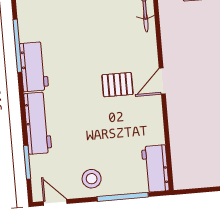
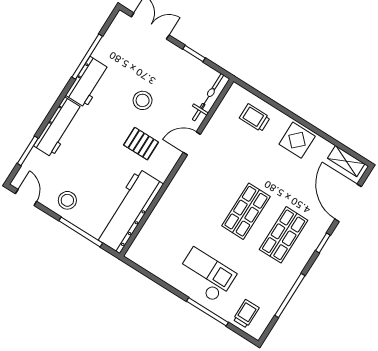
stool: (91, 48) -> (143, 100), added
door: (162, 81) -> (192, 143), moved
workbench: (155, 169) -> (129, 211), width x1.88, depth x1.32

